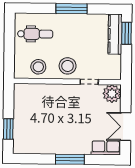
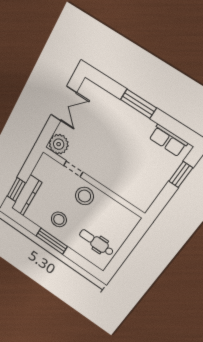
stool: (38, 67) -> (59, 219), moved
row of seats: (106, 148) -> (168, 140), moved

